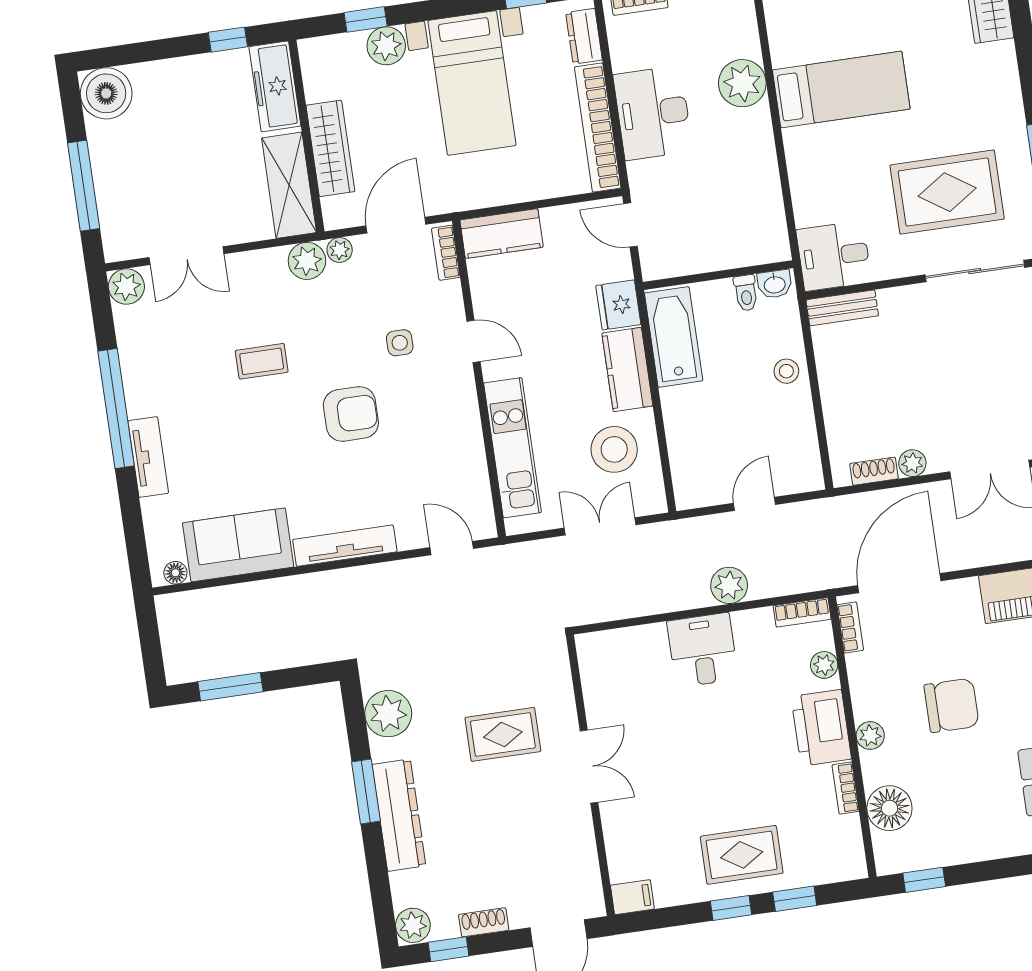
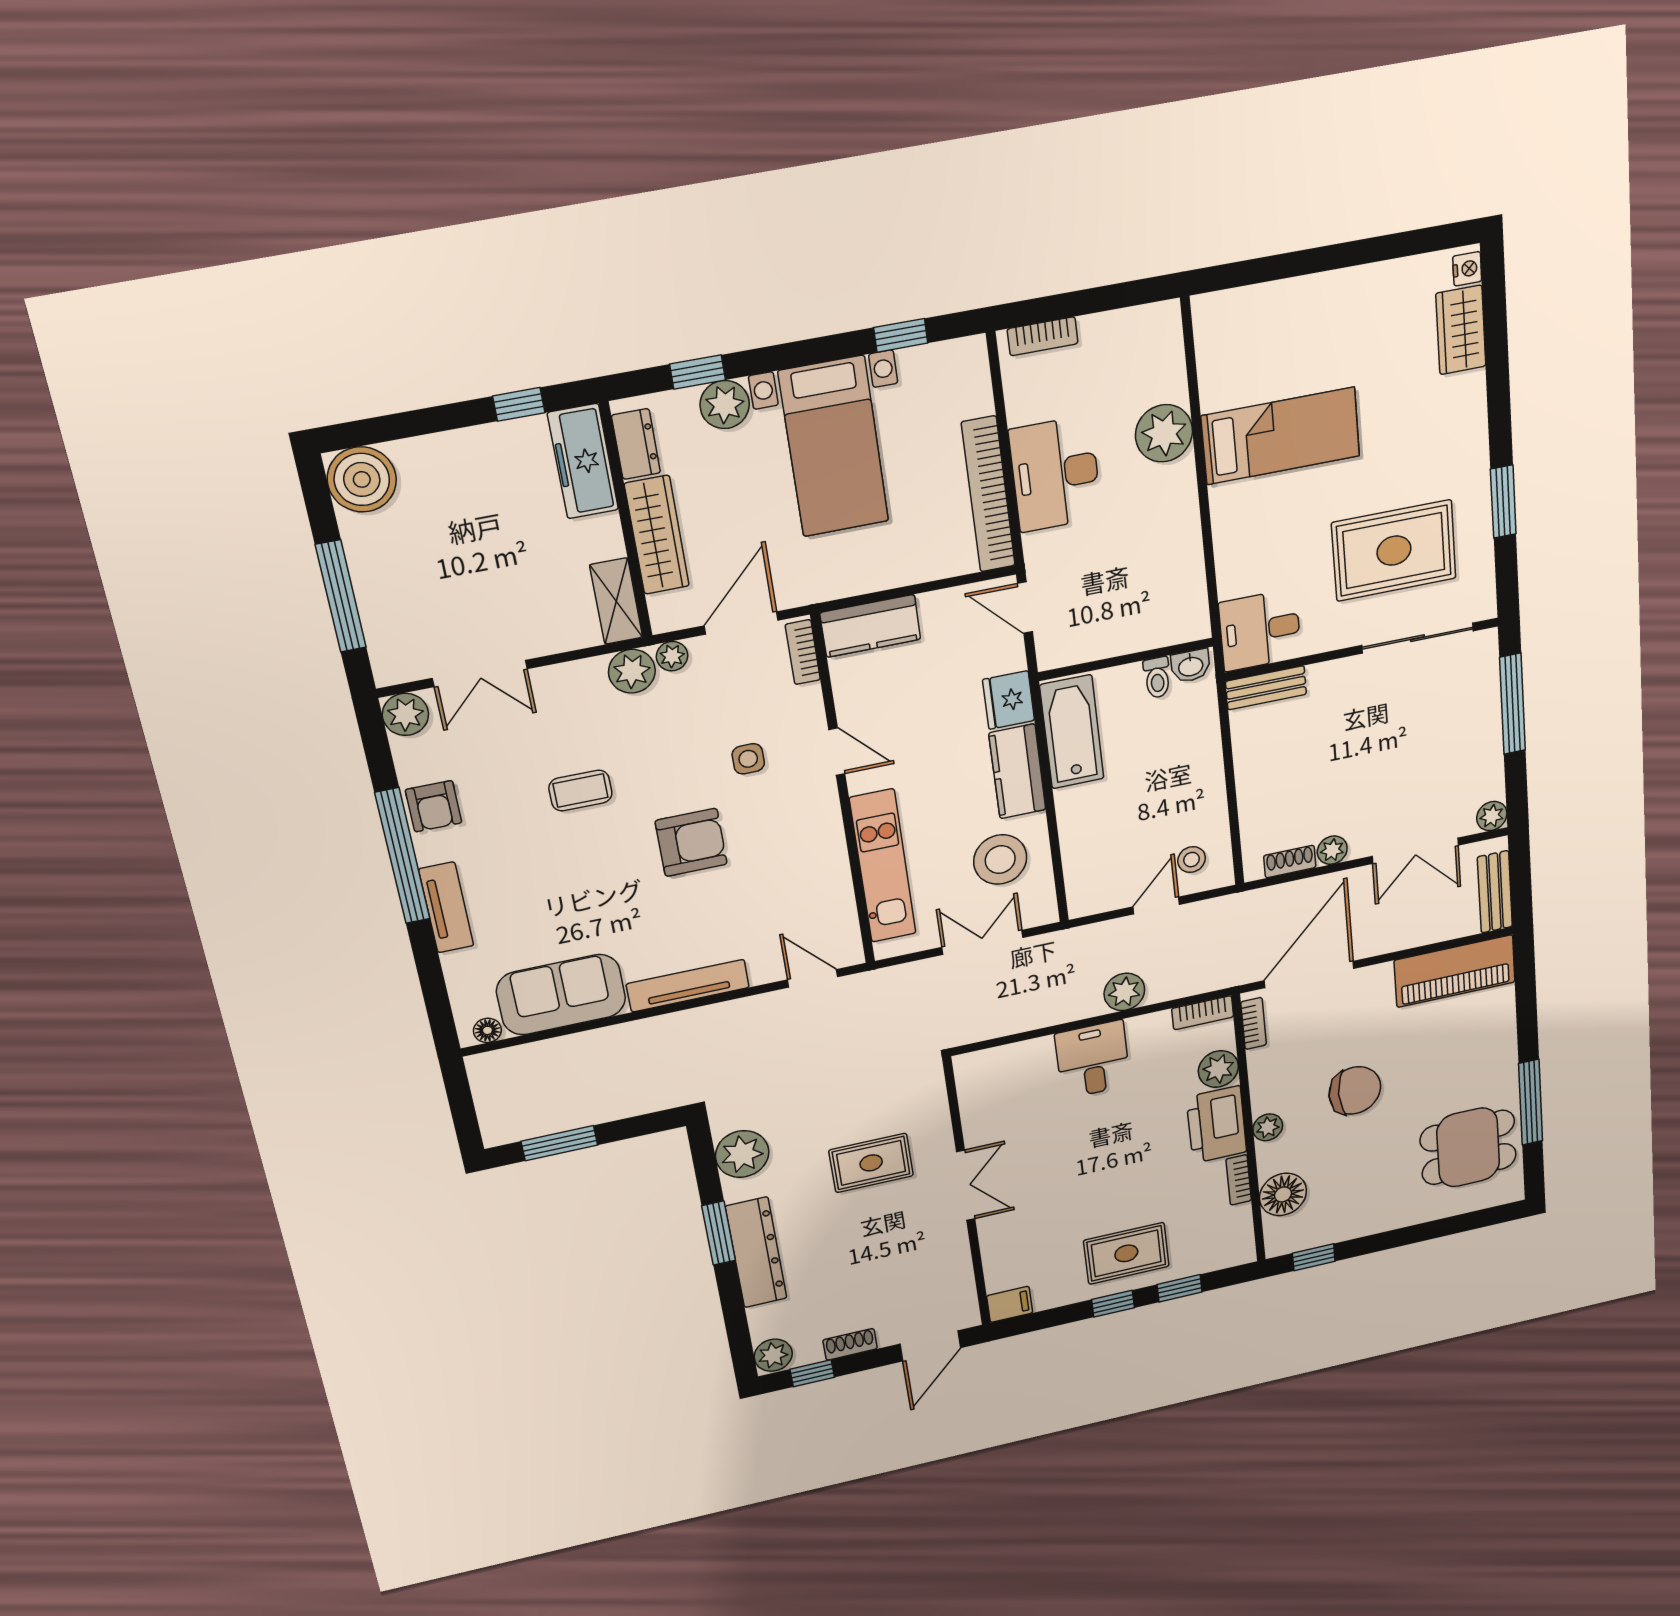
dresser: (584, 36) -> (636, 444), moved, turned 180
shelving: (289, 185) -> (616, 601), width x0.67, depth x0.75
armchair: (143, 367) -> (434, 806), added
stool: (786, 371) -> (1192, 860), moved
plant: (824, 665) -> (1218, 1069), width x1.38, depth x1.38

